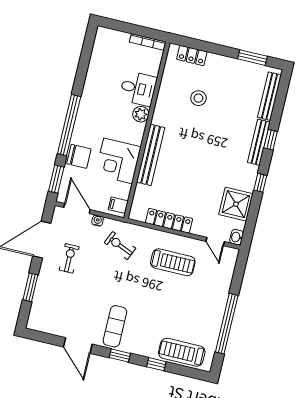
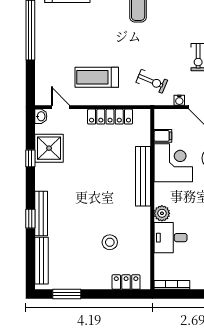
window: (260, 183) -> (30, 158), moved
filing cabinet: (118, 205) -> (163, 136), moved

